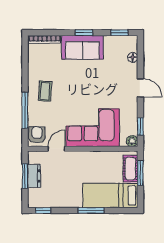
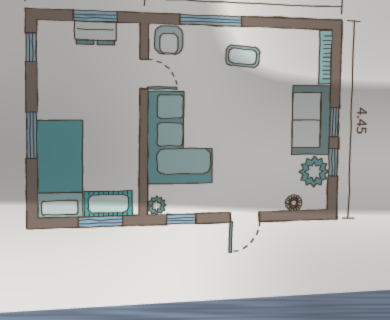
window: (120, 33) -> (333, 162), moved
plant: (114, 45) -> (314, 172), added
armchair: (37, 135) -> (169, 40), turned 90

